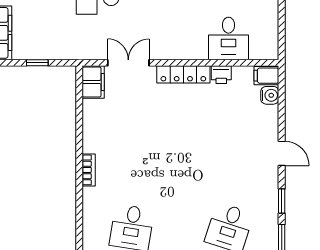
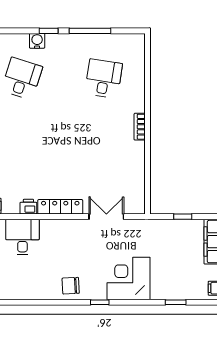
double door: (128, 63) -> (106, 217), swing flipped
filing cabinet: (93, 82) -> (136, 200), removed

